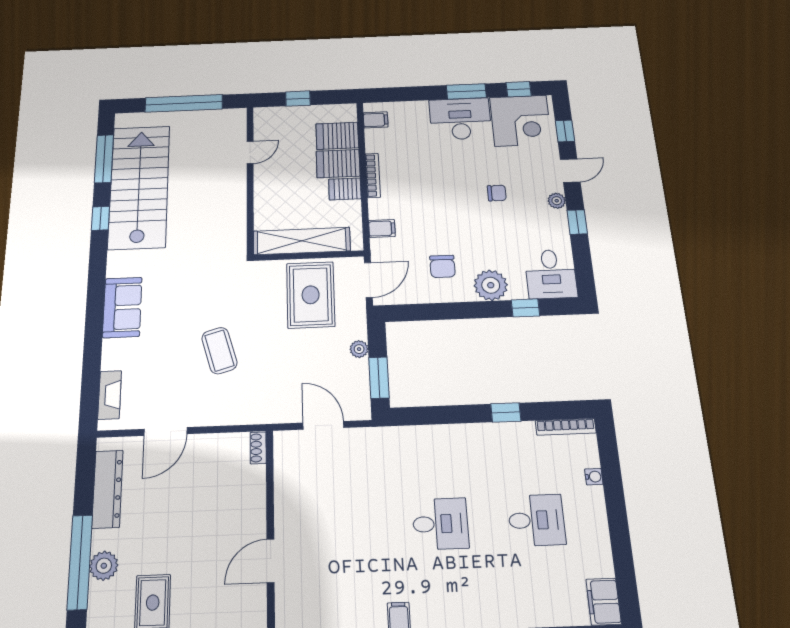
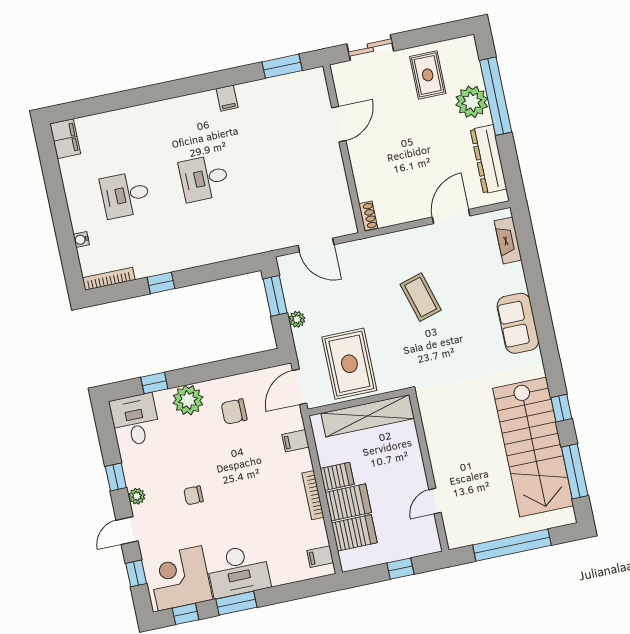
chair: (442, 266) -> (234, 412), turned -90
plant: (104, 566) -> (472, 102), width x1.36, depth x1.36

